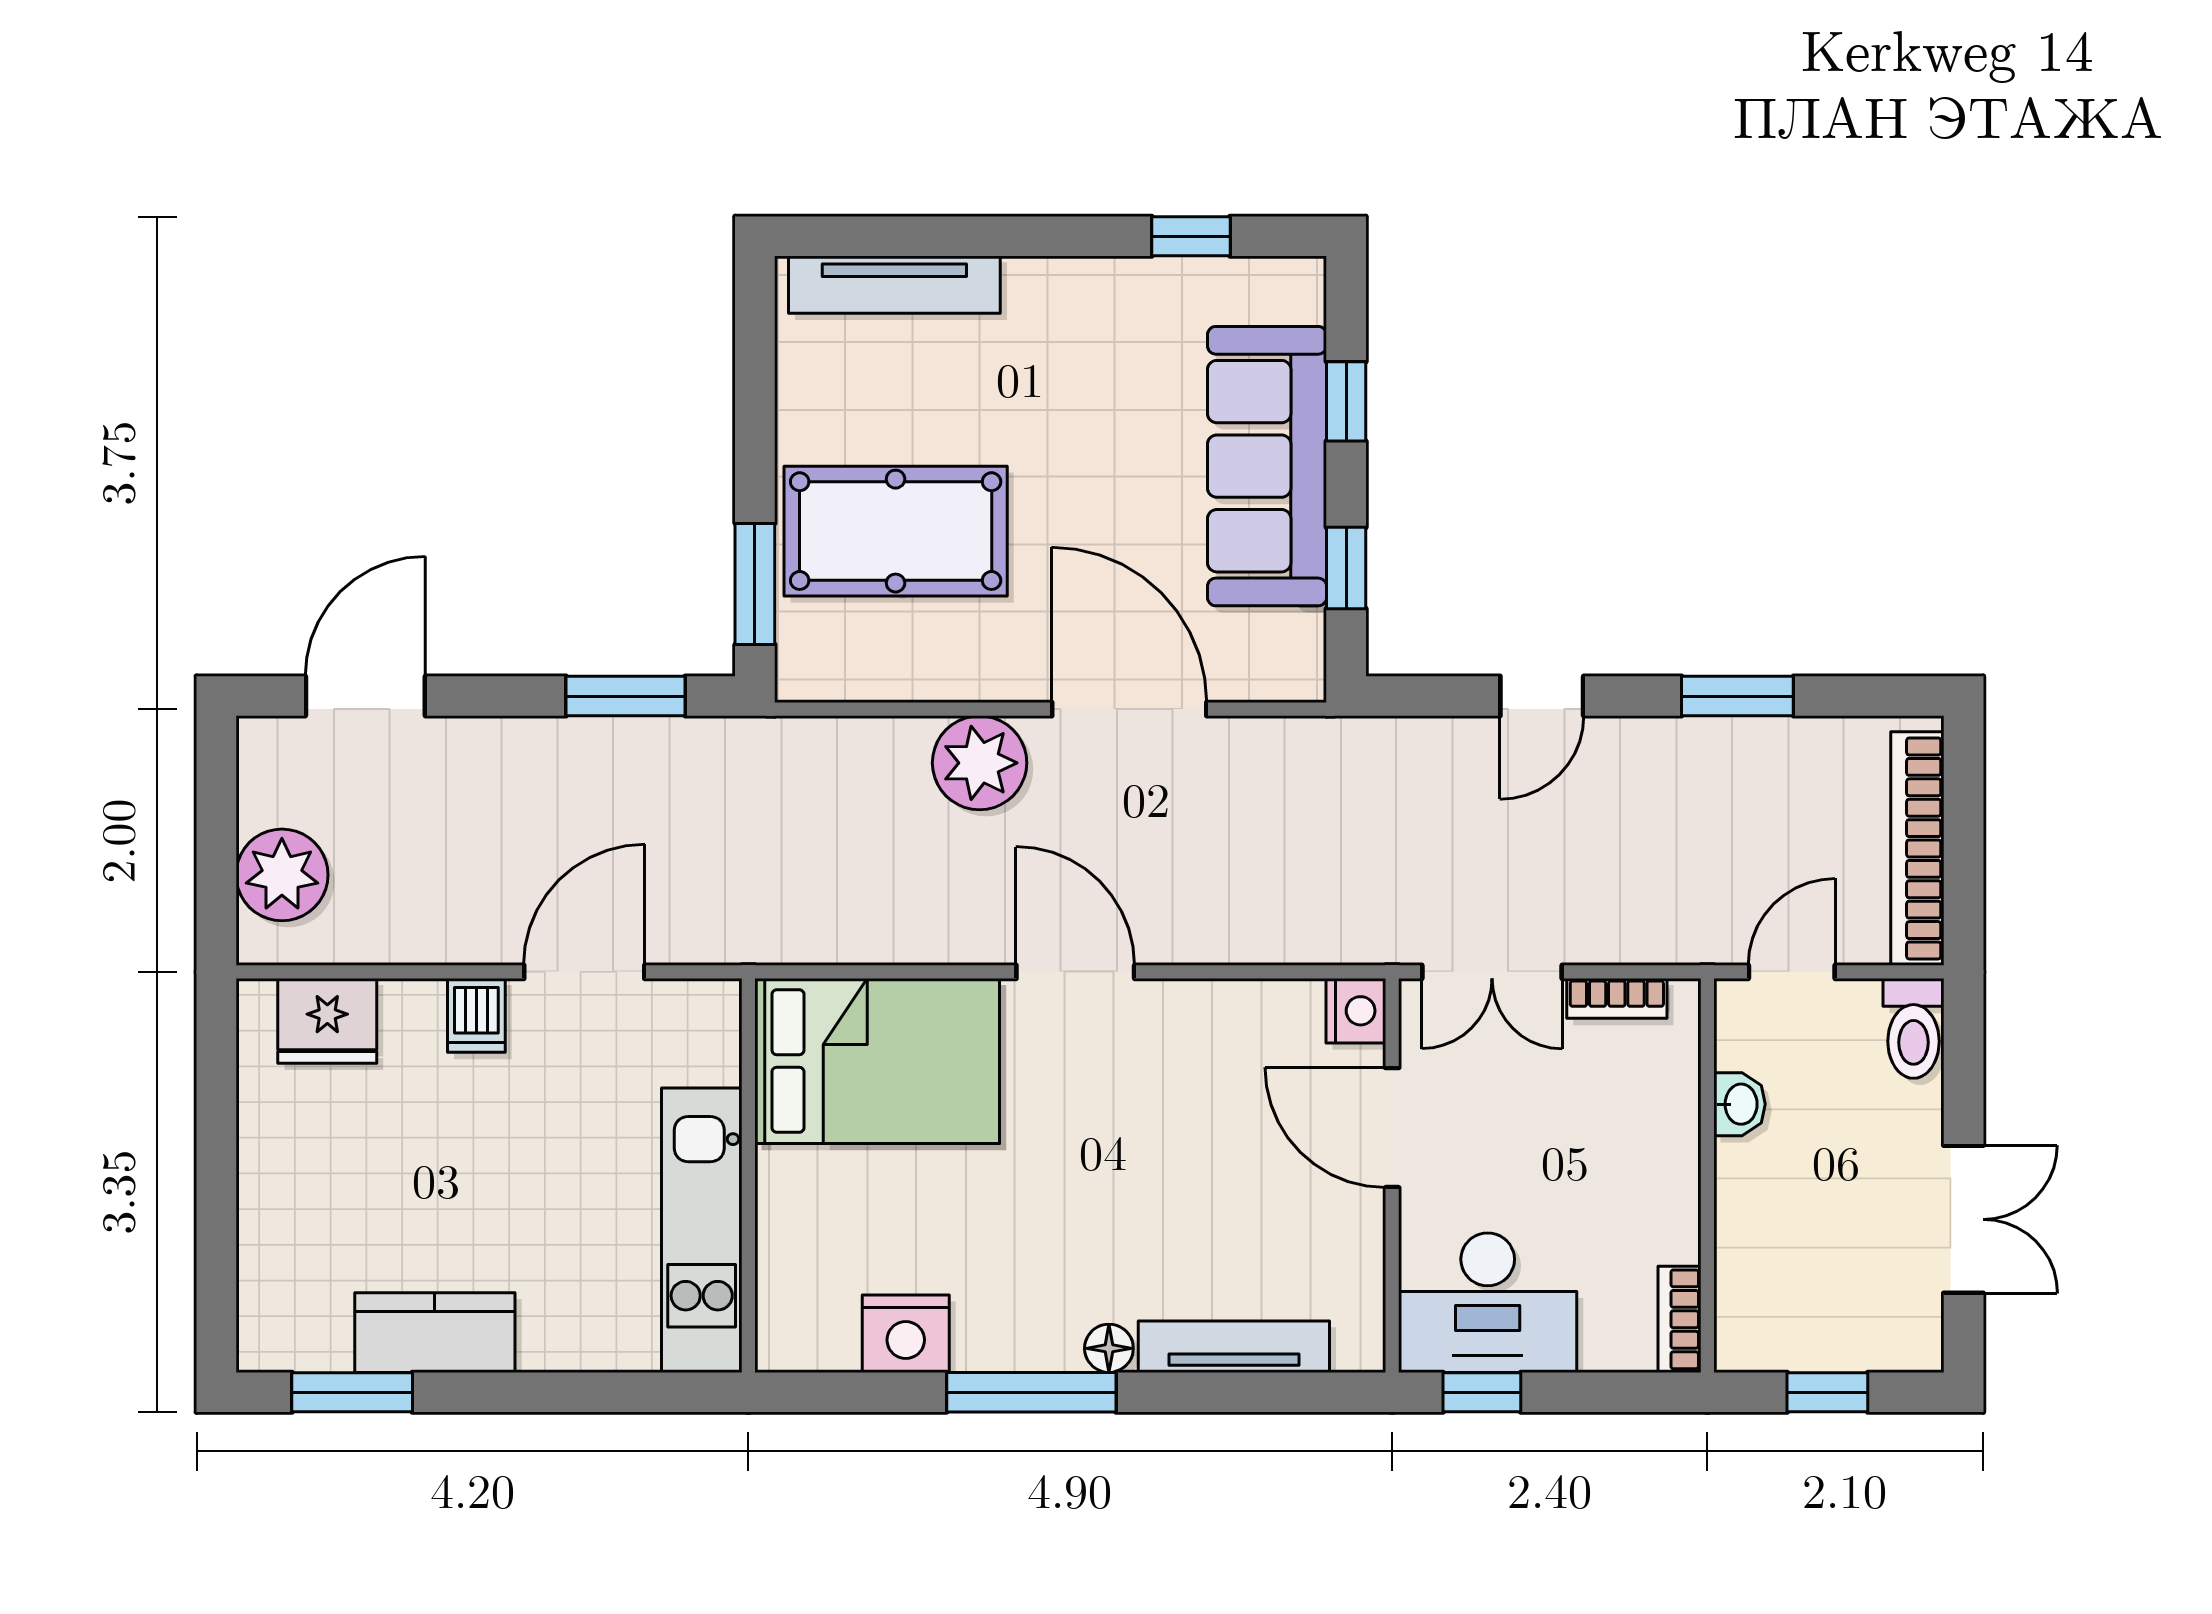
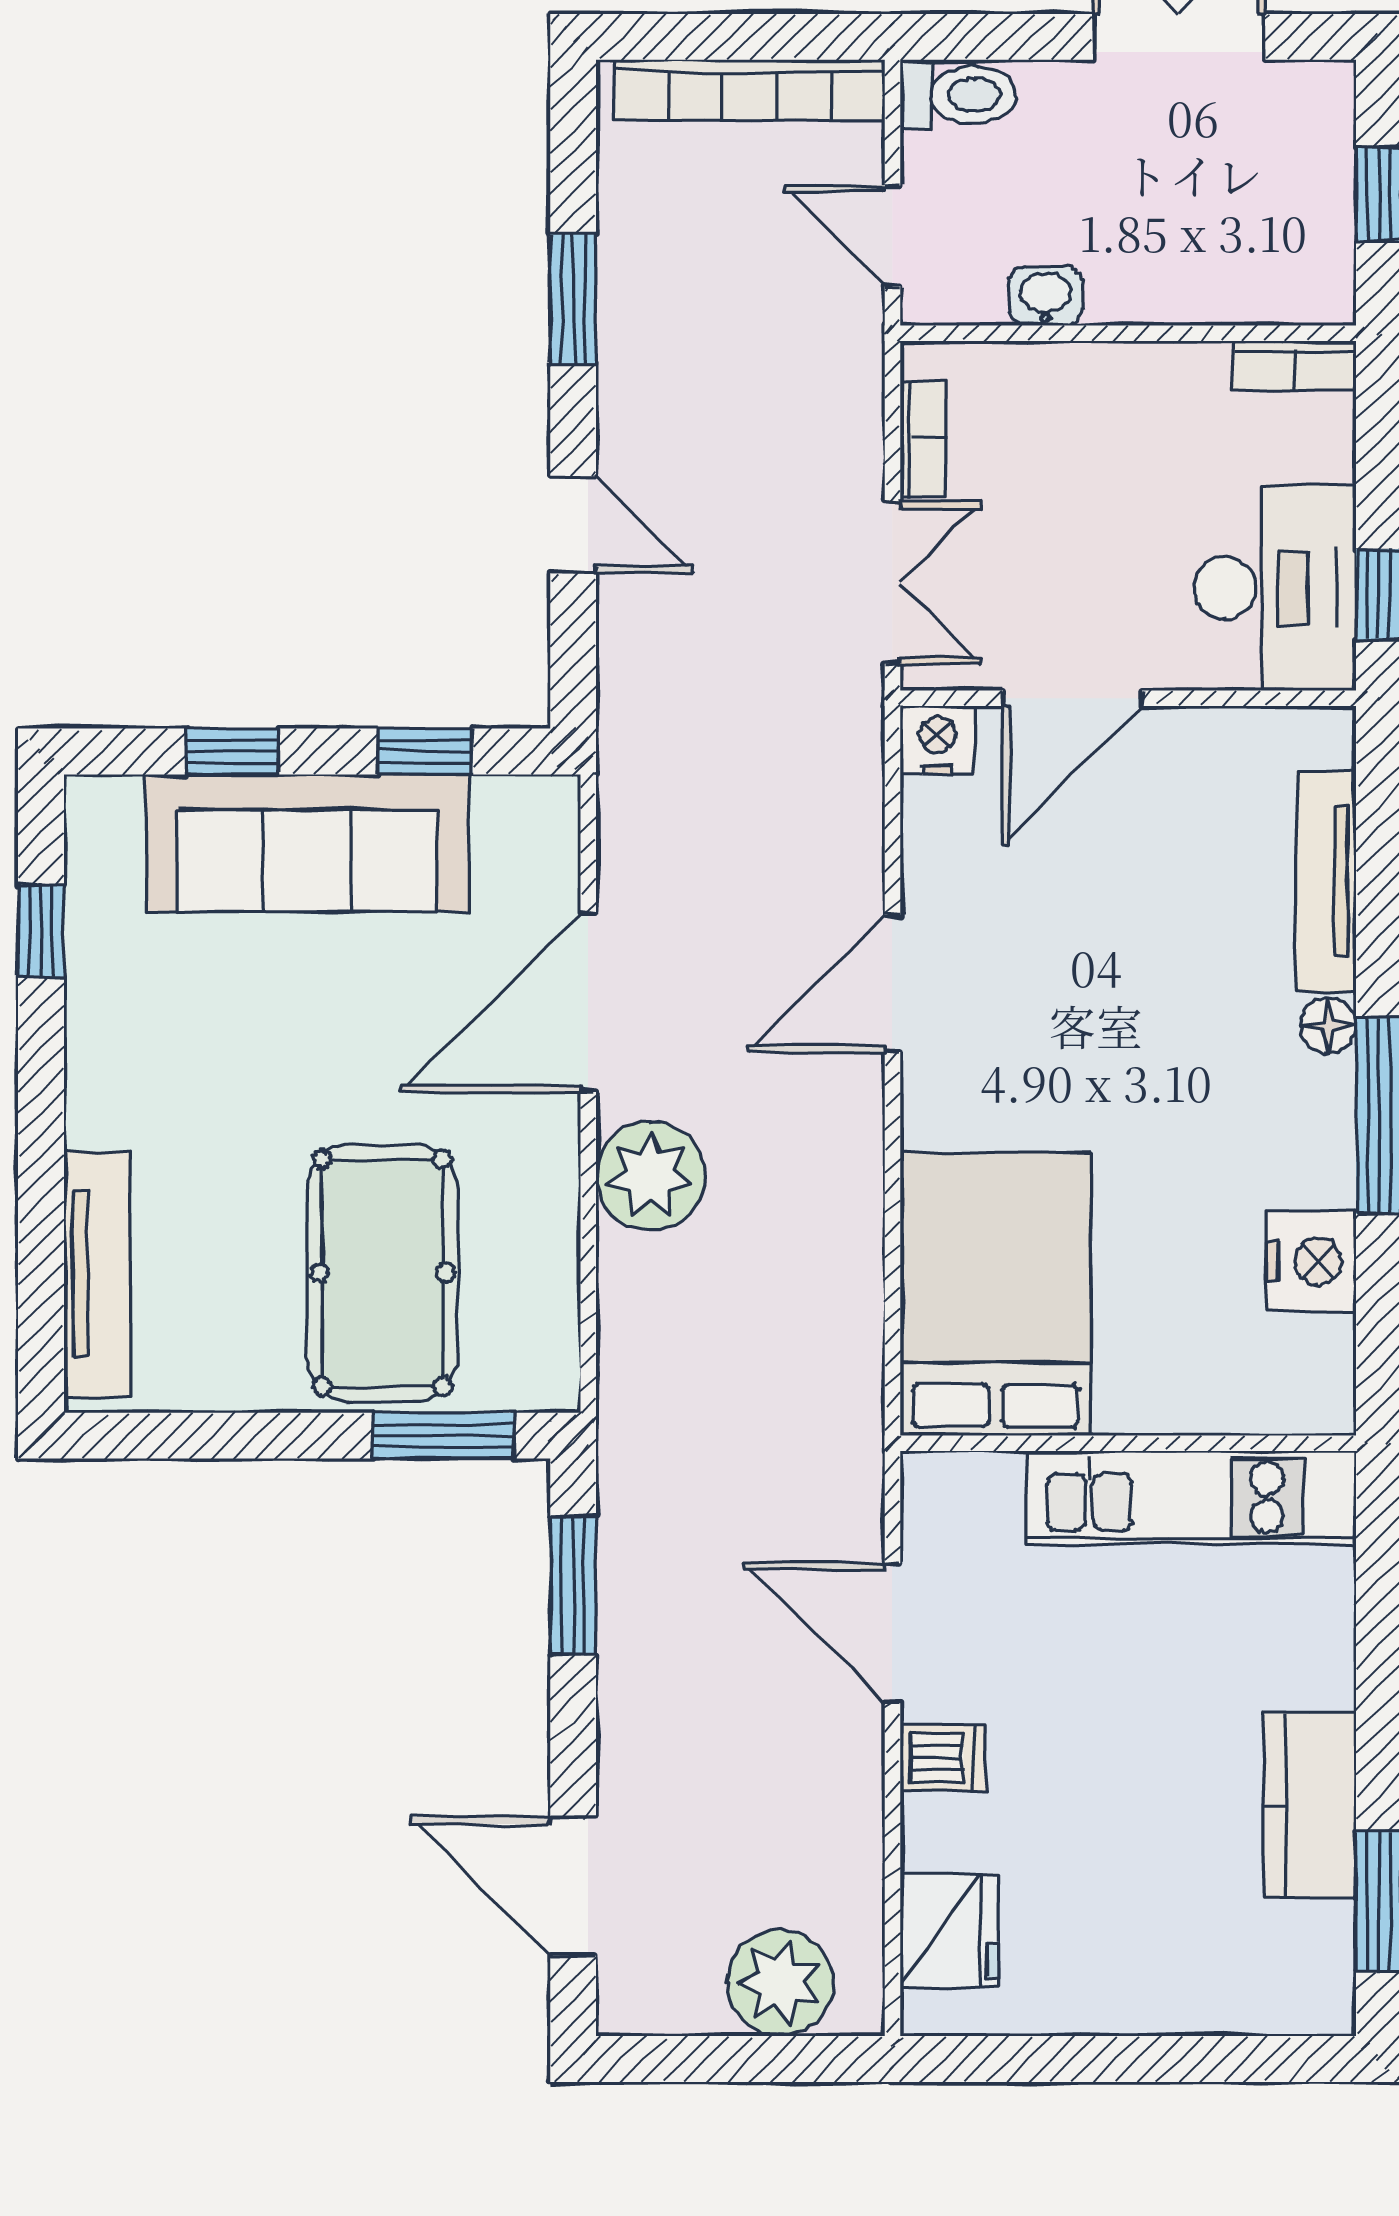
door: (1075, 972) -> (892, 983), moved

